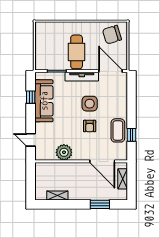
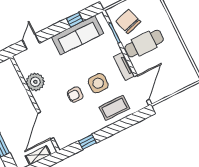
chair: (112, 35) -> (128, 22), moved
tv unit: (82, 77) -> (124, 66), width x0.71
coffee table: (118, 130) -> (114, 108), moved

